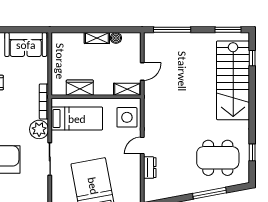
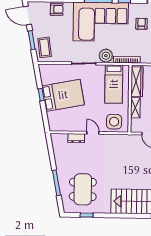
wardrobe: (80, 88) -> (137, 82), width x1.50
shelving: (127, 89) -> (135, 108), moved

